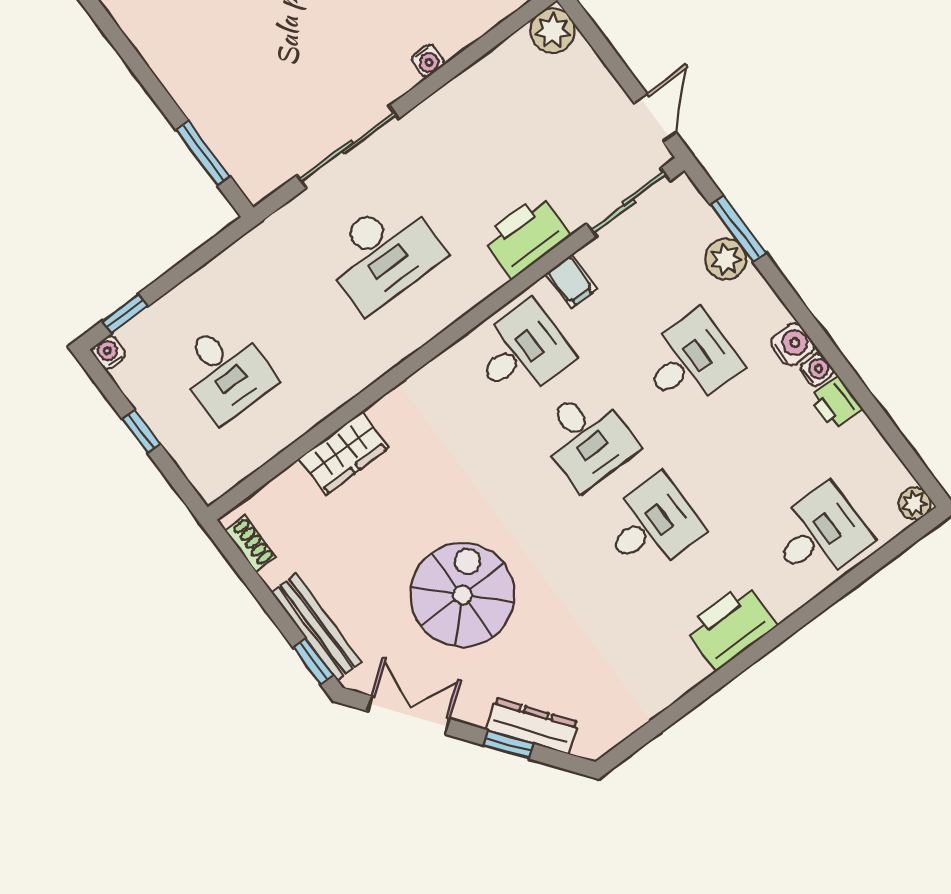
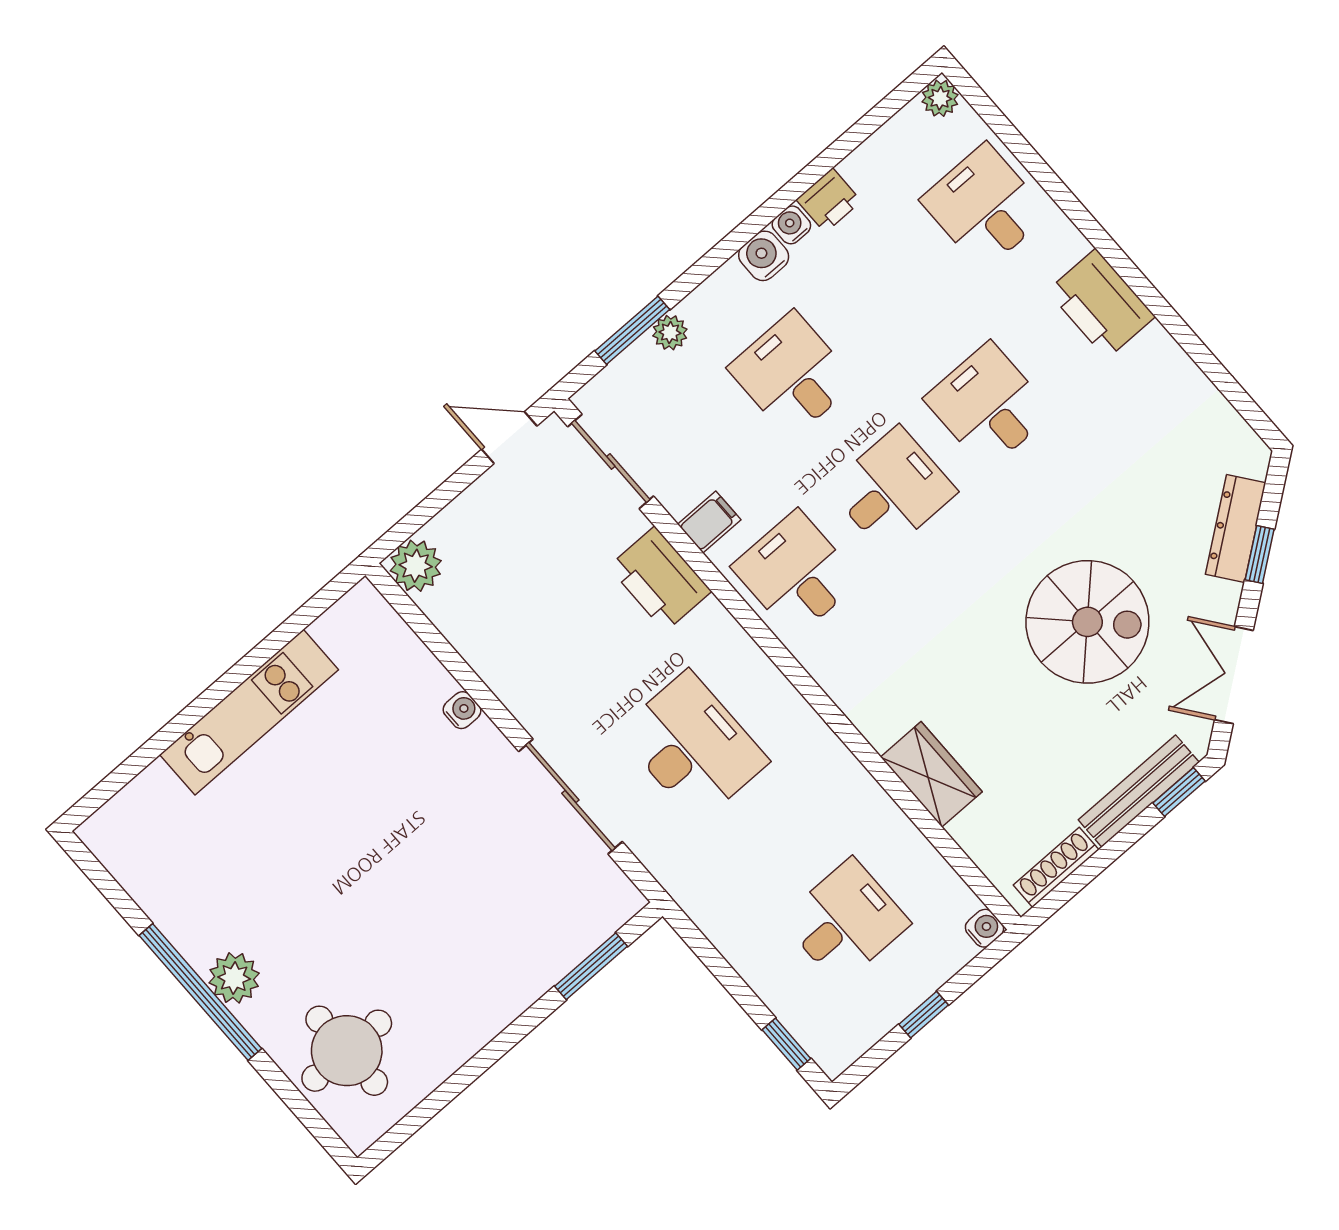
plant: (726, 259) -> (670, 333), width x0.73, depth x0.73
water cooler: (109, 352) -> (984, 928), moved, turned 180
shoe rack: (251, 544) -> (1056, 867), width x1.43
spiral stairs: (463, 595) -> (1087, 622), turned 180

